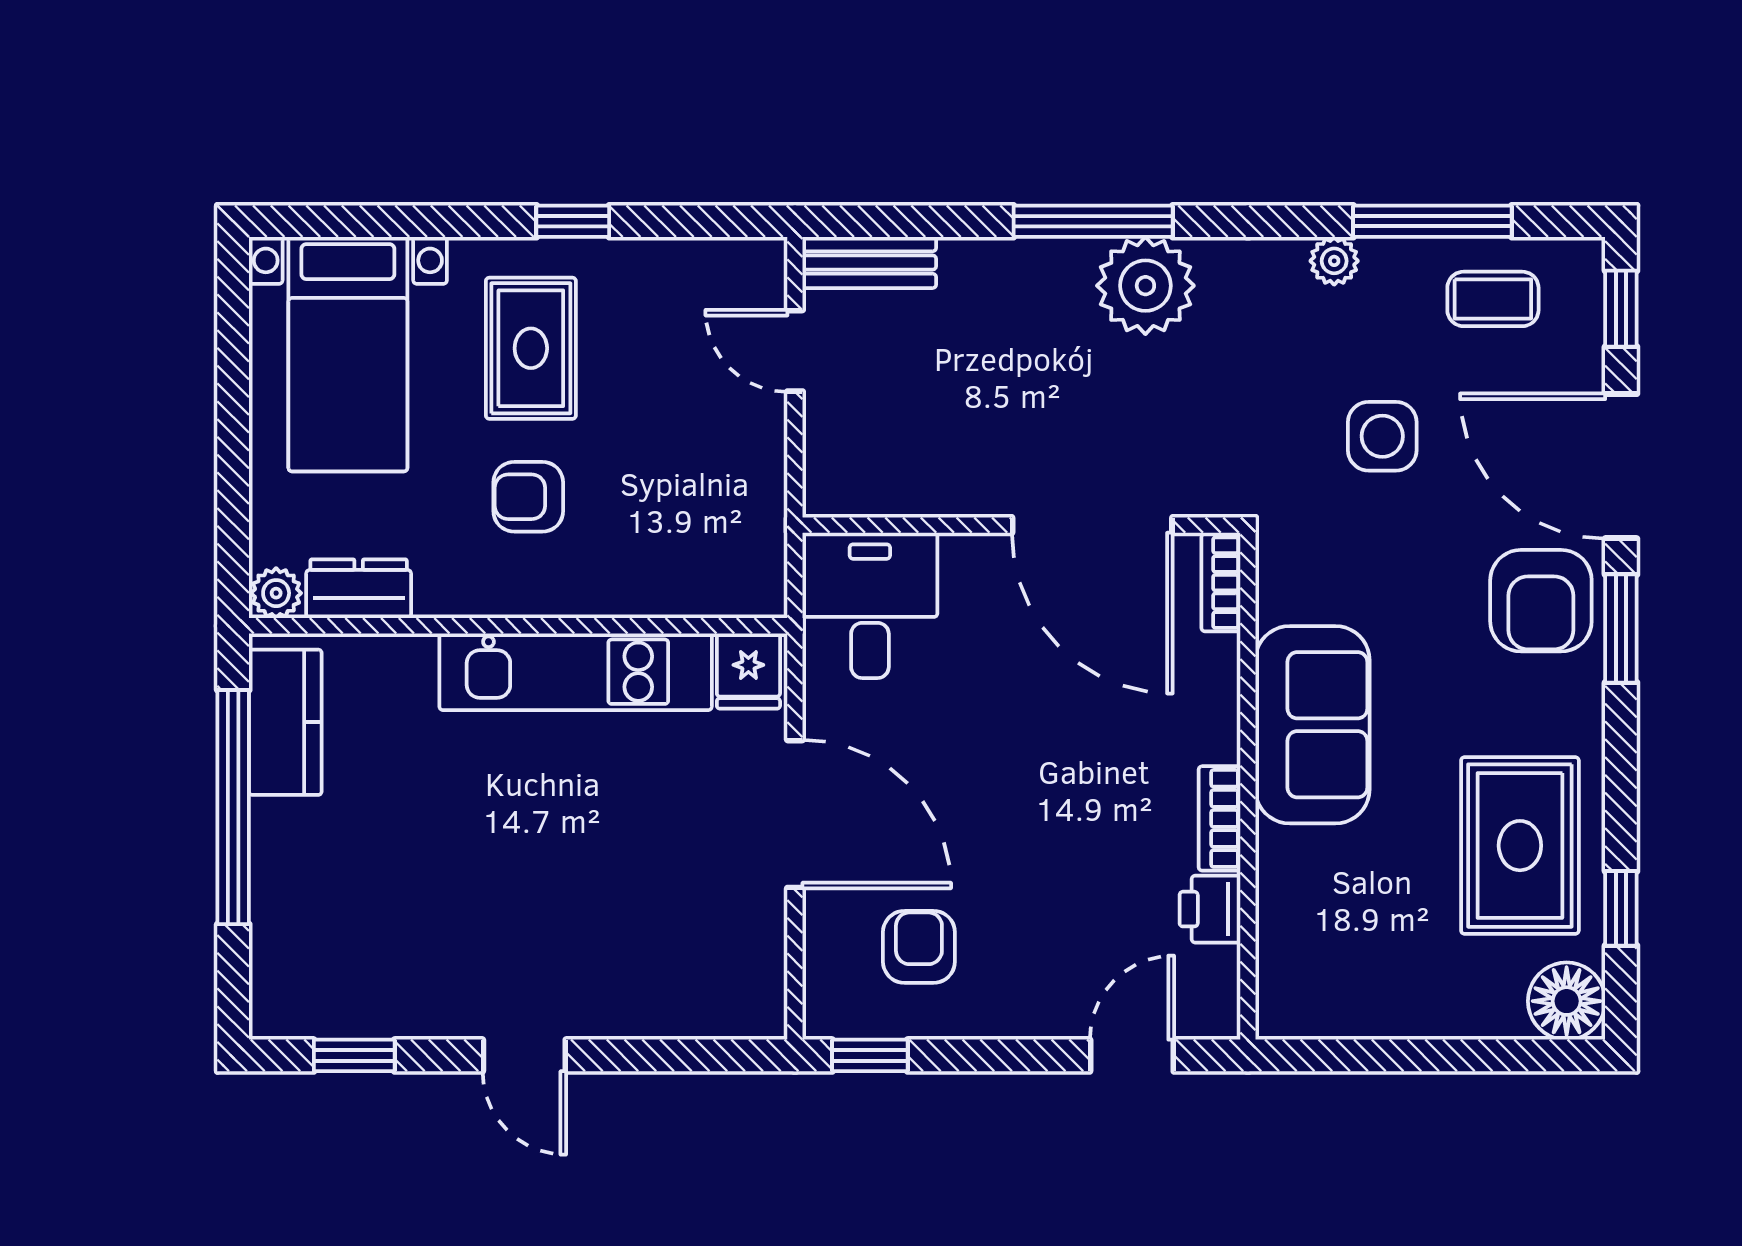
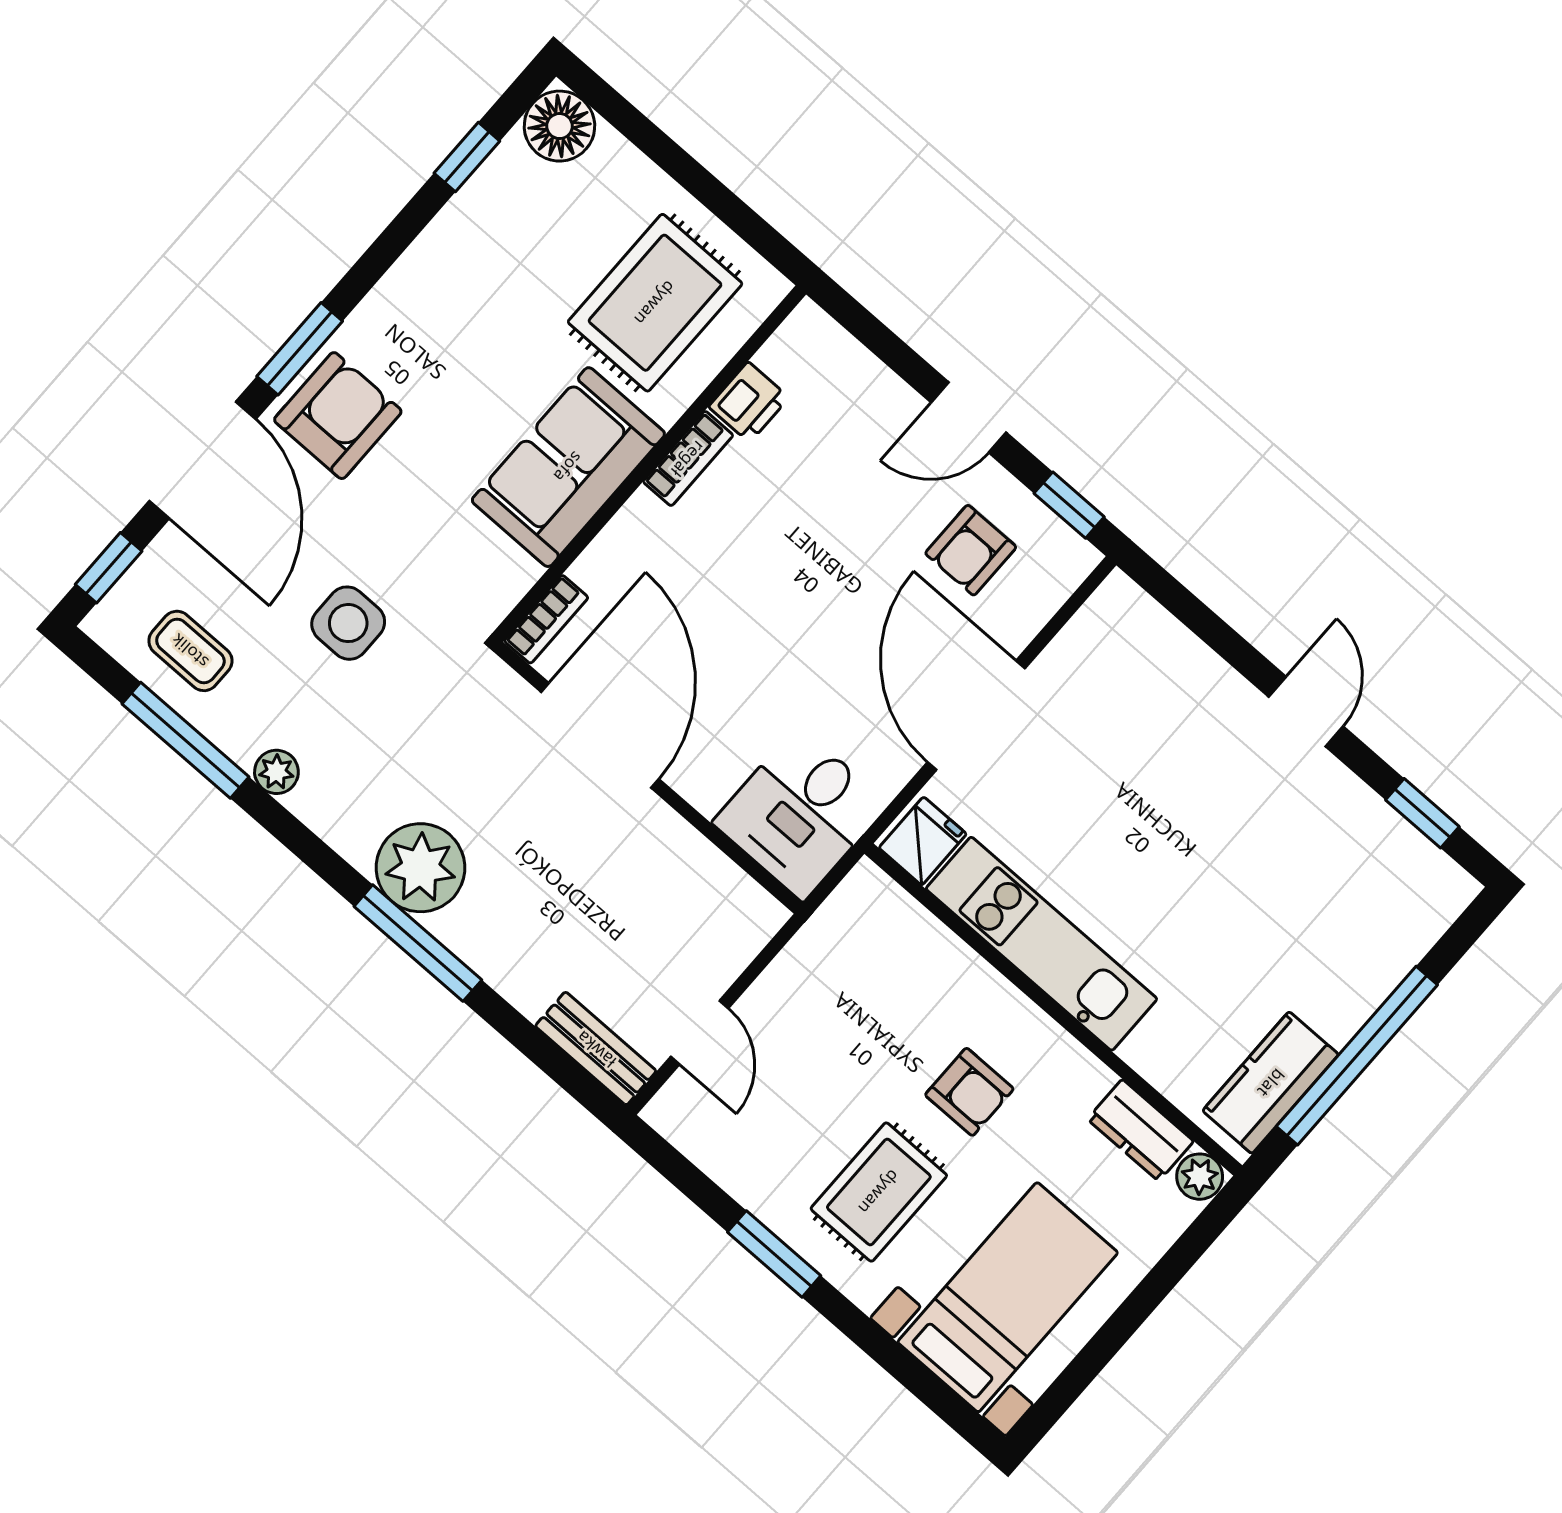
window: (573, 221) -> (774, 1254), width x1.50
rug: (1520, 846) -> (655, 303), moved
door: (1132, 1055) -> (969, 417), moved

